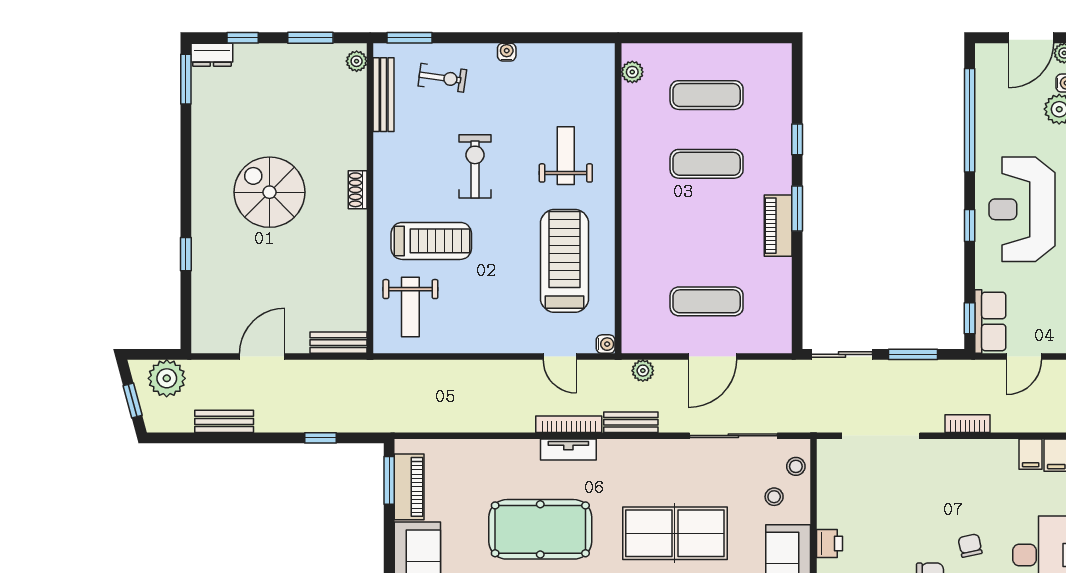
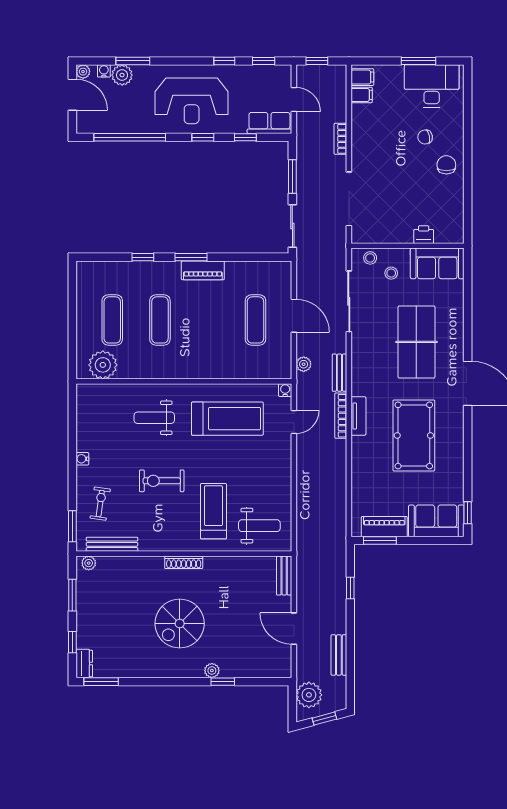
plant: (632, 72) -> (103, 365), width x1.87, depth x1.87
shoe rack: (358, 190) -> (184, 562), width x1.43
plant: (202, 239) -> (212, 671), added
treadmill: (565, 261) -> (227, 419), turned 180
window: (970, 318) -> (245, 137), moved

